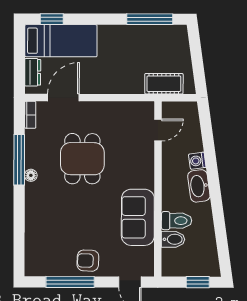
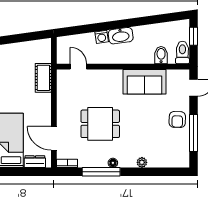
cot: (164, 84) -> (43, 78), moved
plant: (31, 214) -> (142, 162), added
toilet: (177, 221) -> (182, 52), moved

